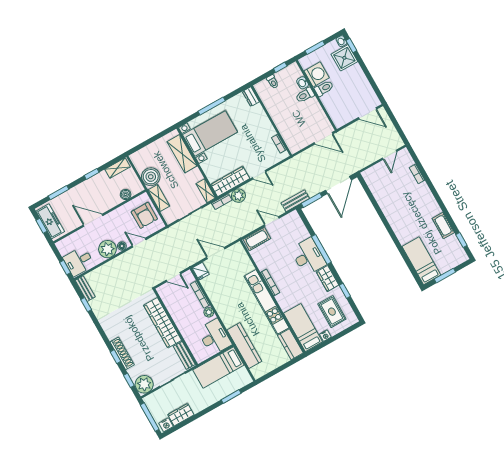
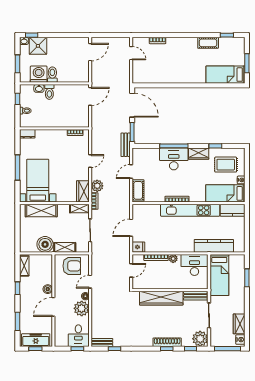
wardrobe: (230, 182) -> (83, 191), width x0.67
boiler: (126, 194) -> (48, 289), moved

